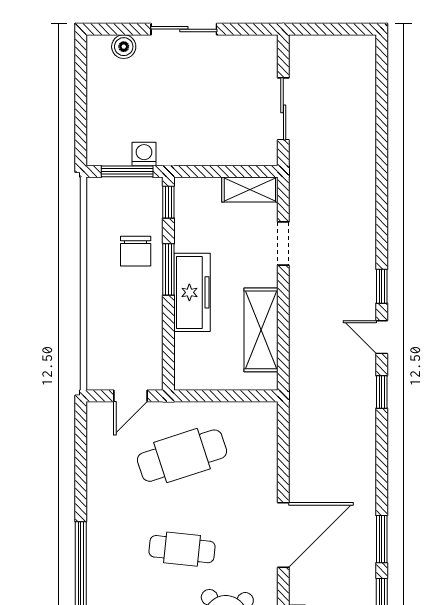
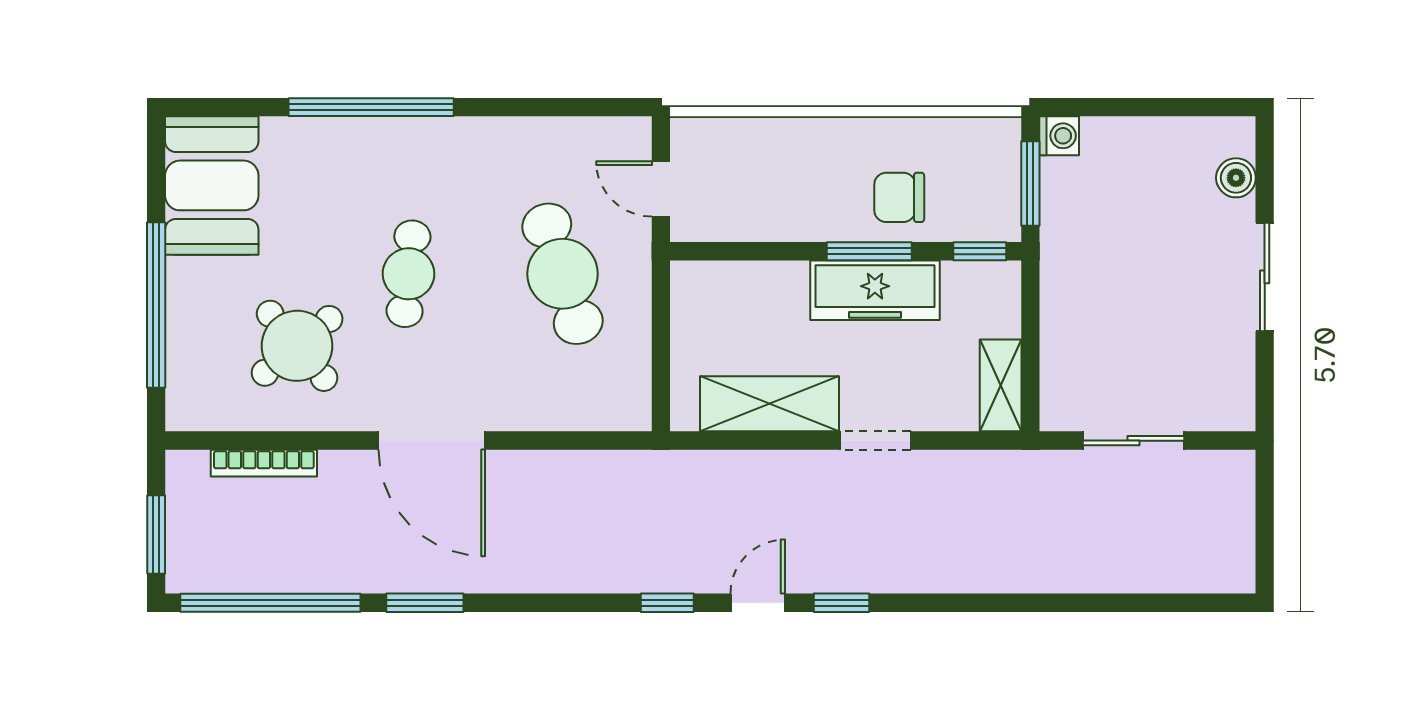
washing machine: (144, 154) -> (1059, 136), moved
doorway: (283, 244) -> (875, 441), moved
freezer: (192, 292) -> (875, 290), moved

